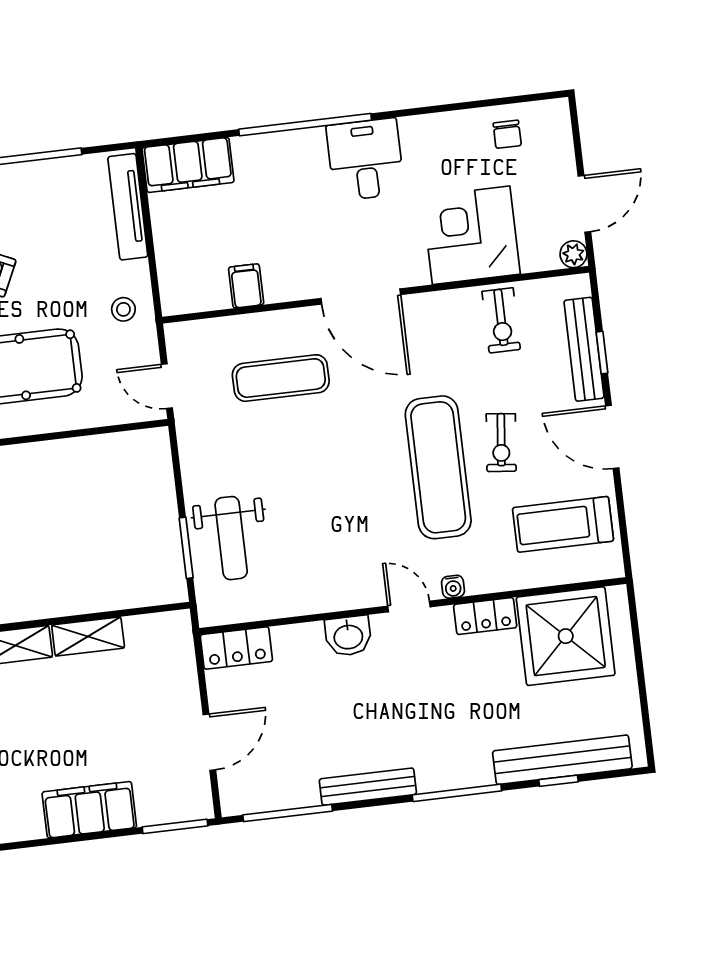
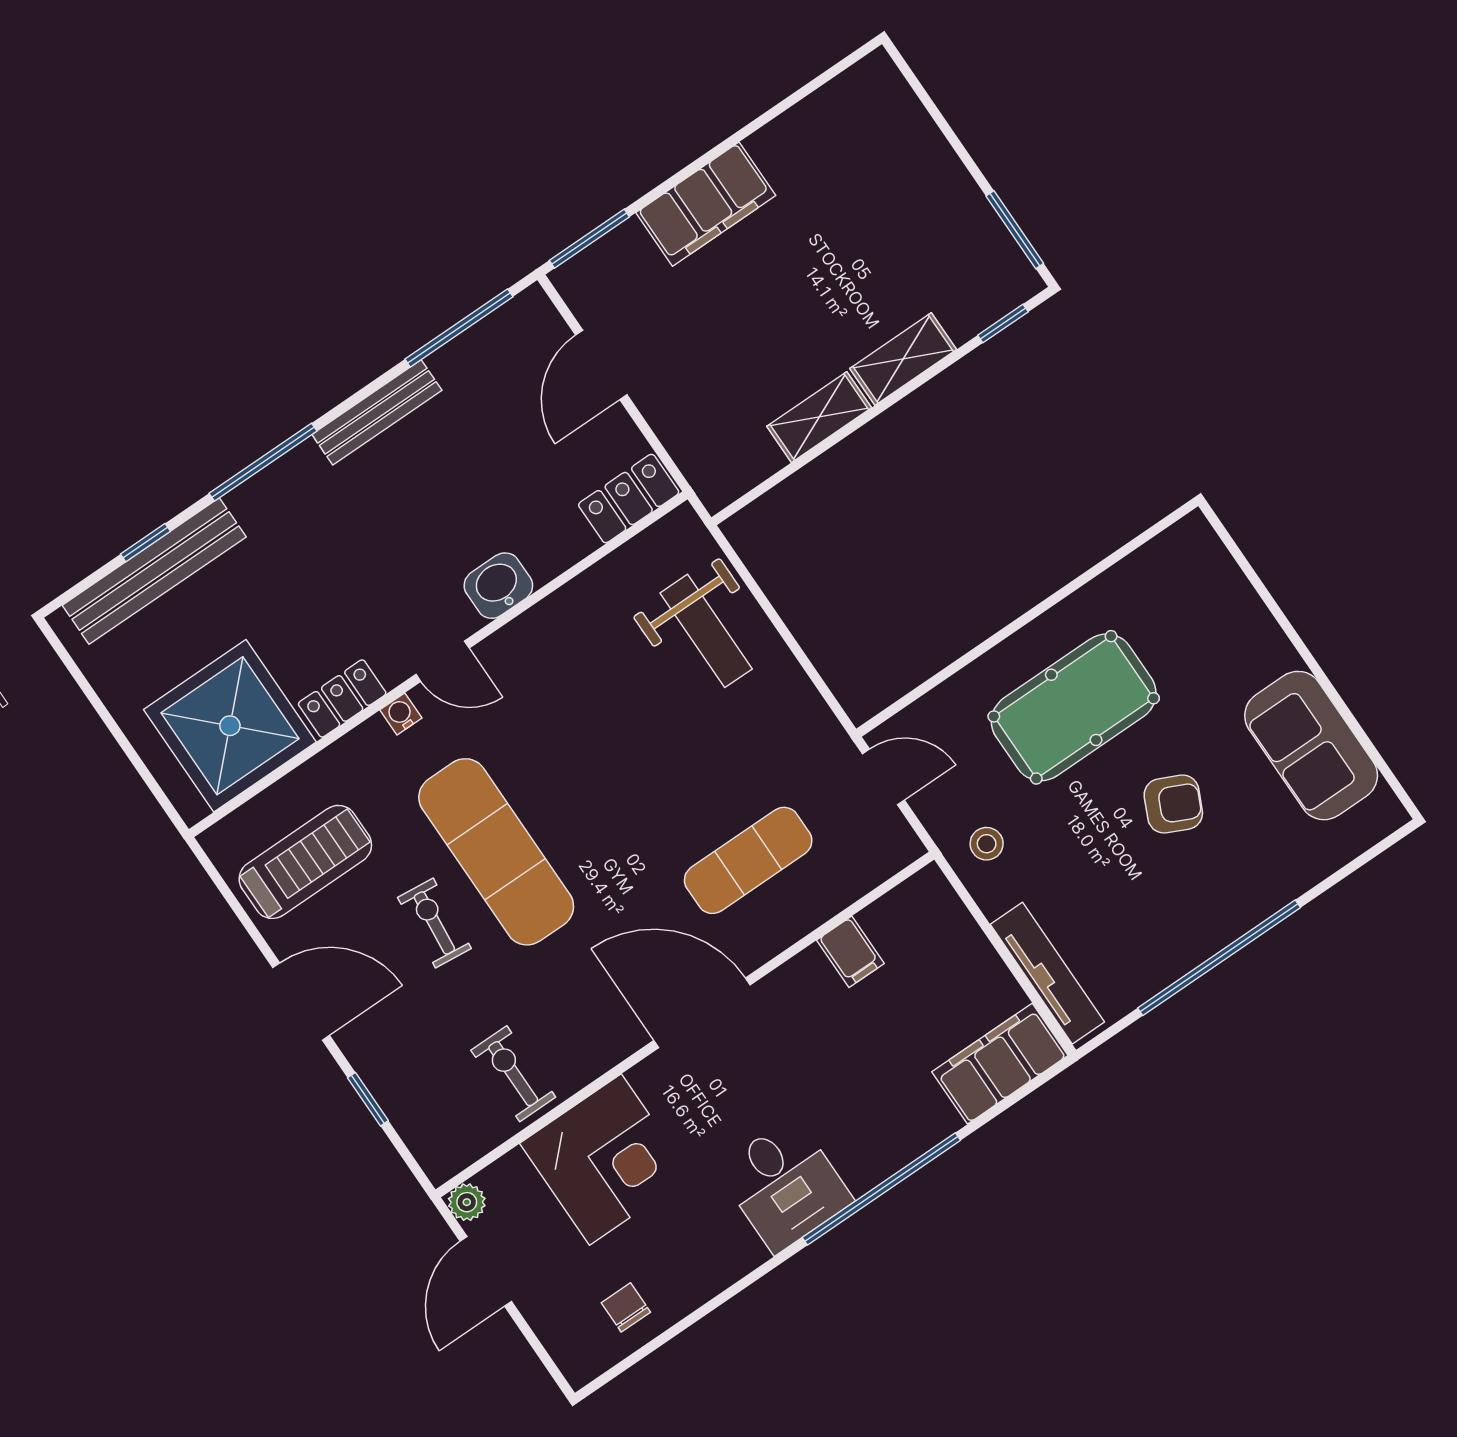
bench: (584, 349) -> (392, 1092), removed
weight bench: (231, 538) -> (706, 631), turned 180
window: (186, 548) -> (755, 590), removed

